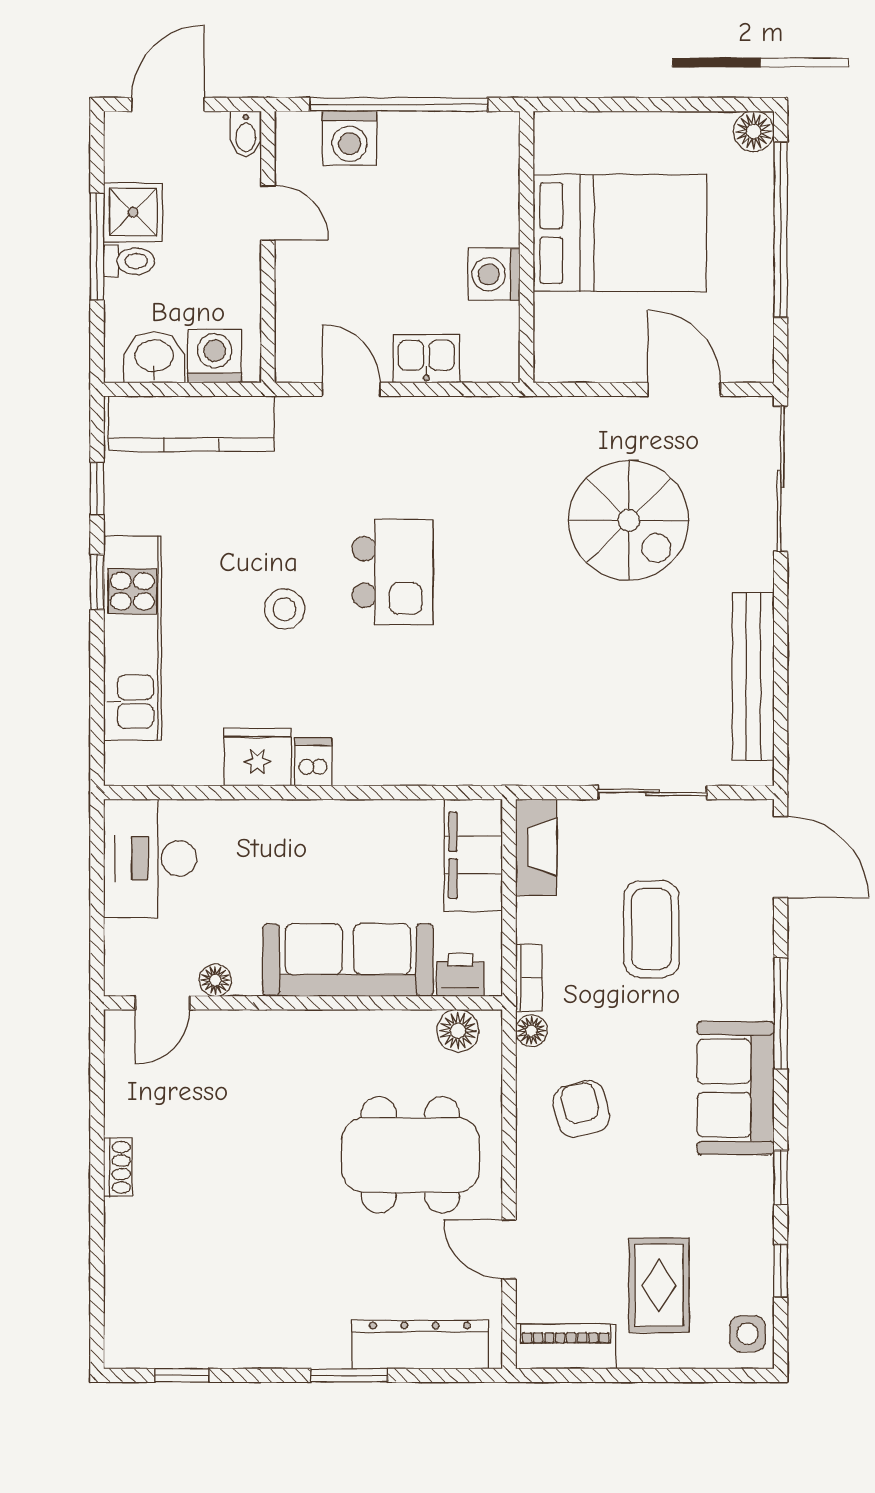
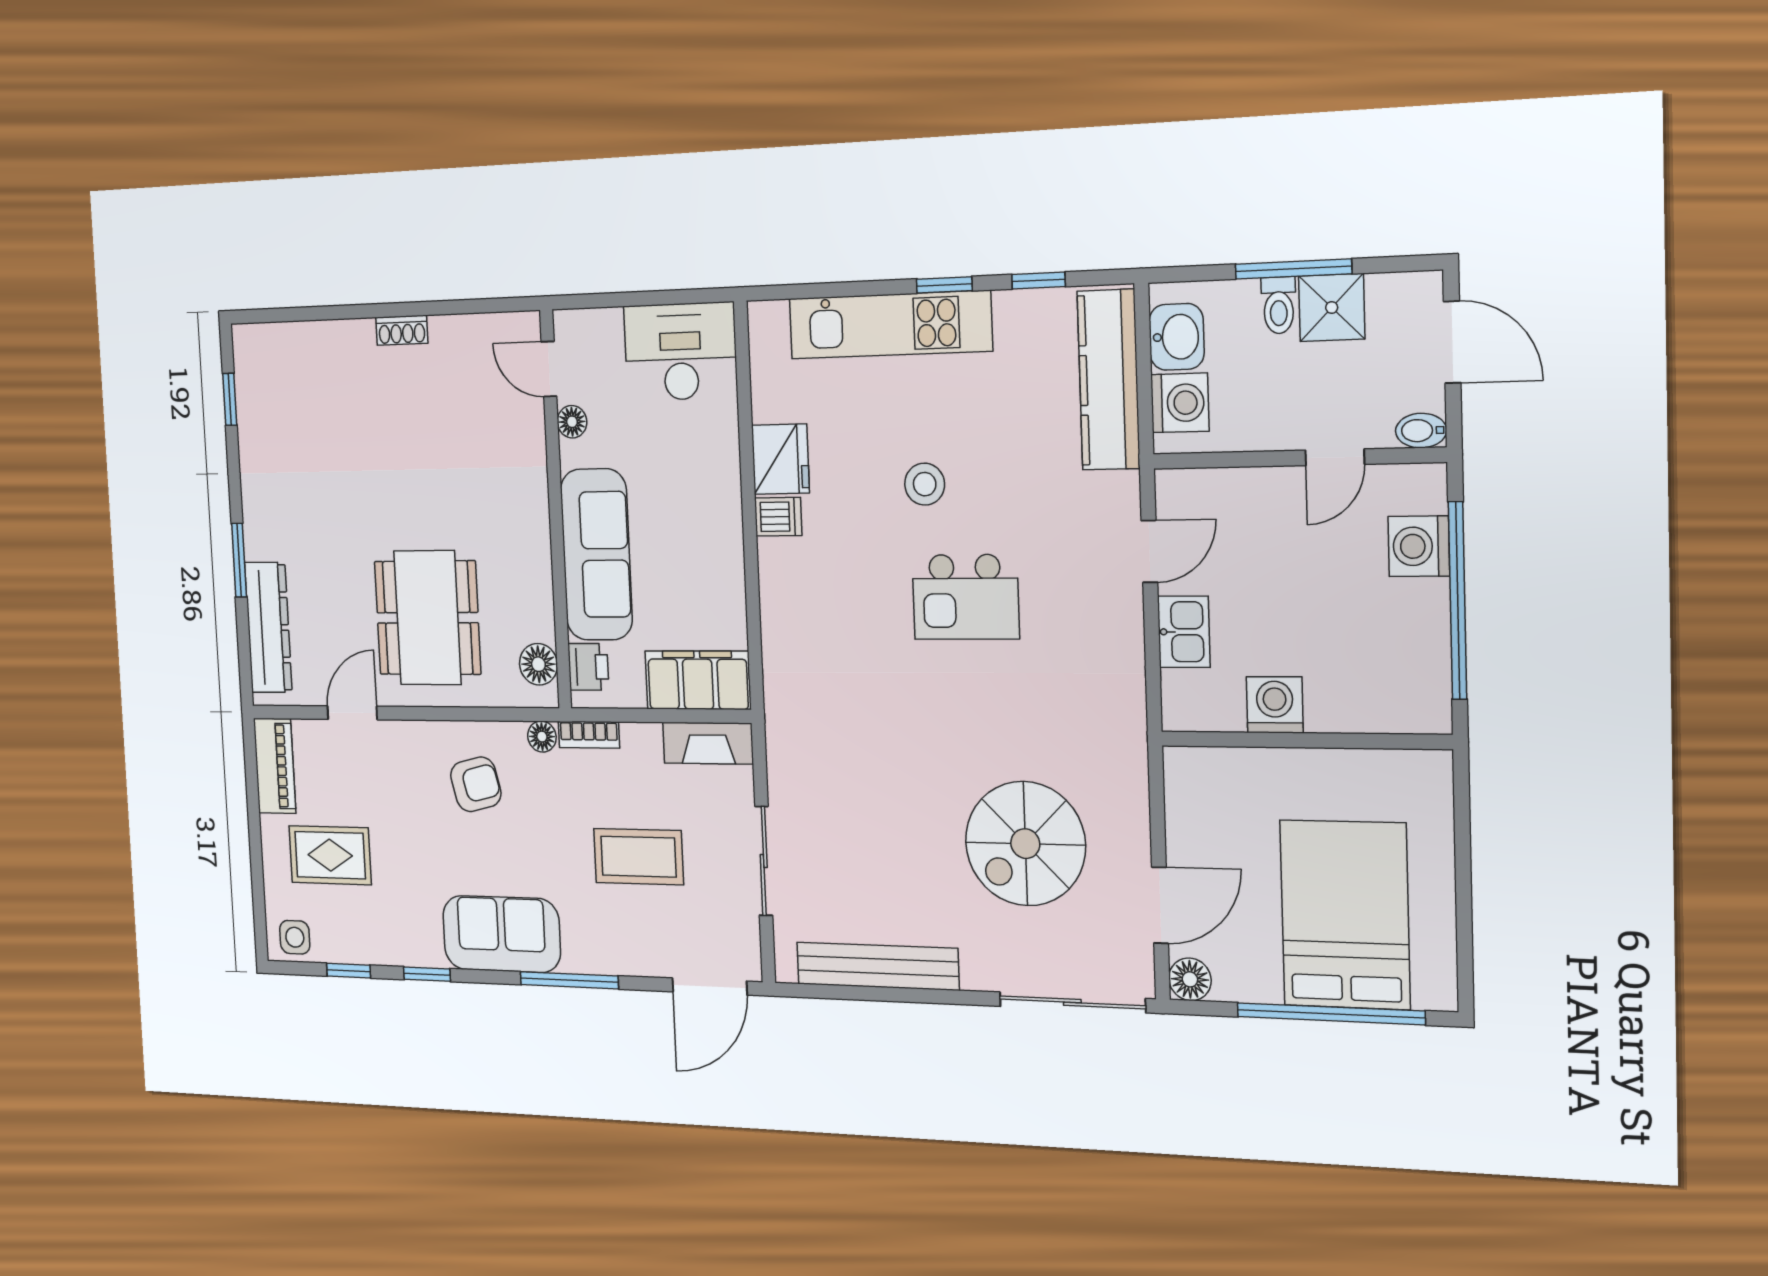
floor lamp: (754, 131) -> (1190, 979), moved
bed: (620, 233) -> (1345, 915), moved, turned 180

